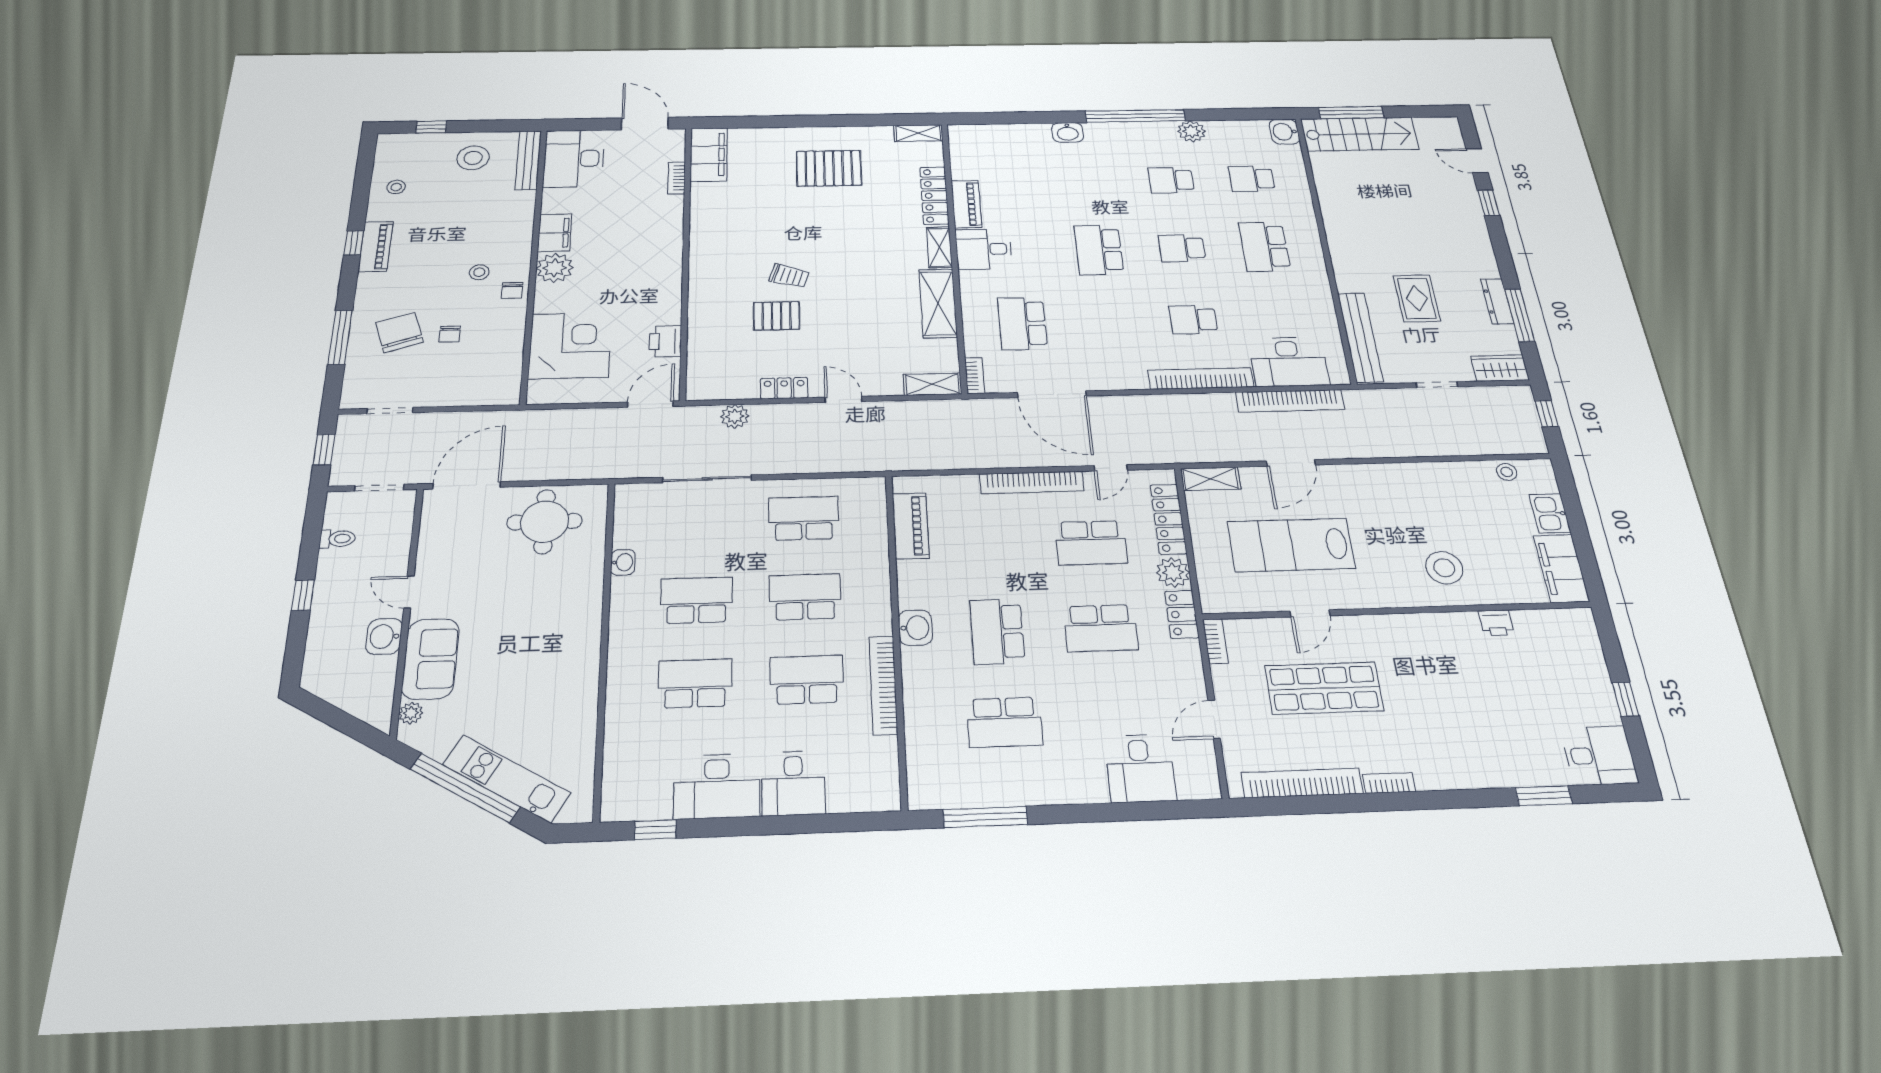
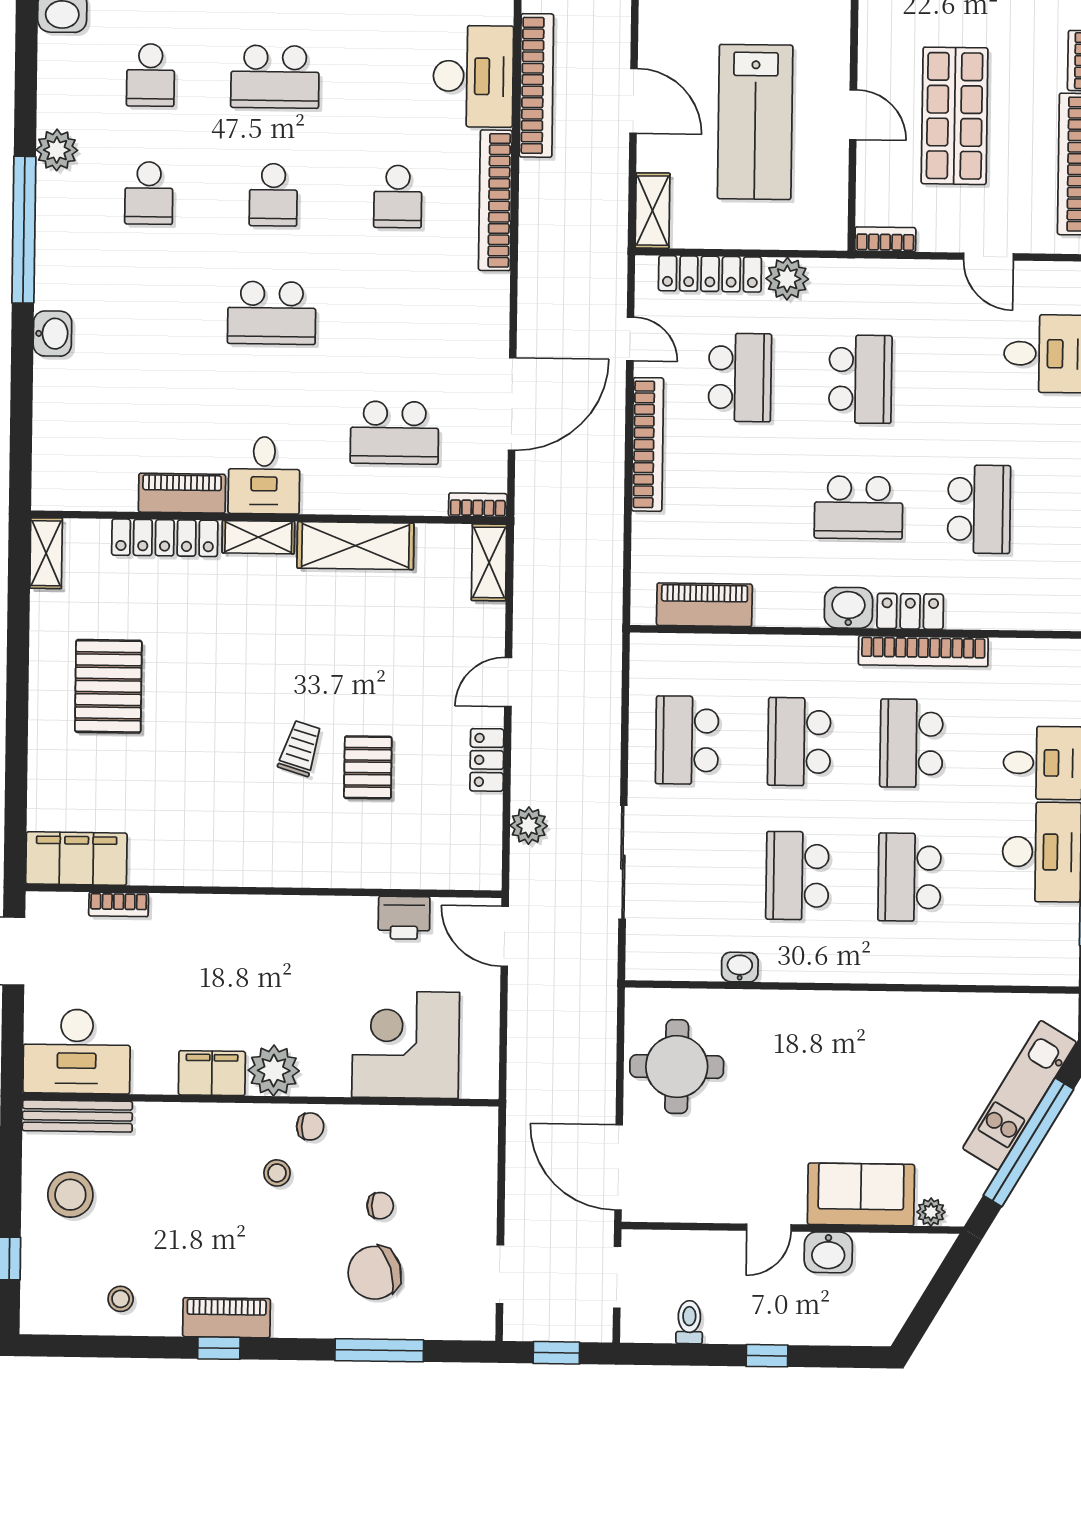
locker: (1182, 614) -> (910, 611), moved, turned 180

